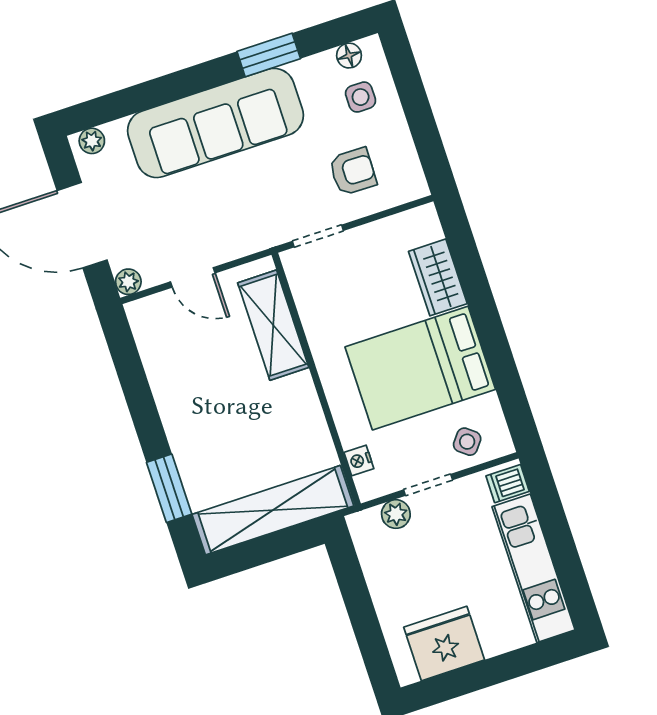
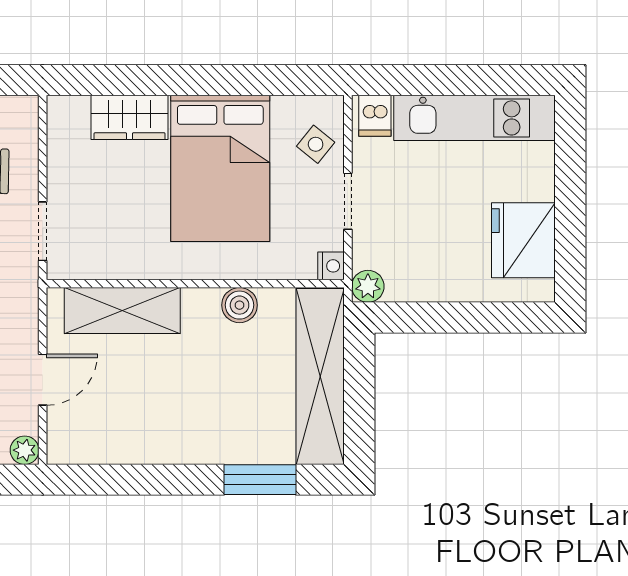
boiler: (310, 422) -> (240, 305), added
nightstand: (359, 461) -> (331, 266), moved, turned -90
plant: (396, 514) -> (368, 286), moved

